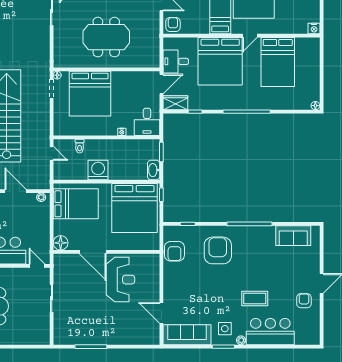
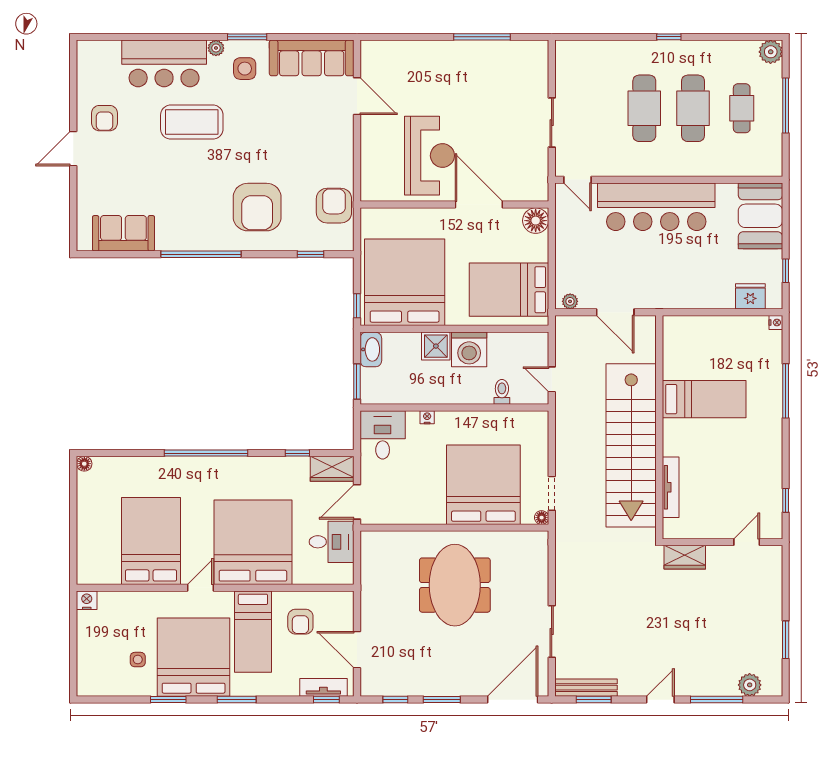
armchair: (173, 25) -> (300, 622), moved
meeting table: (106, 37) -> (455, 585), turned 90
shower: (117, 172) -> (436, 346), added
reception desk: (120, 280) -> (429, 156), turned 180
coffee table: (255, 298) -> (192, 122), width x1.36, depth x1.32

